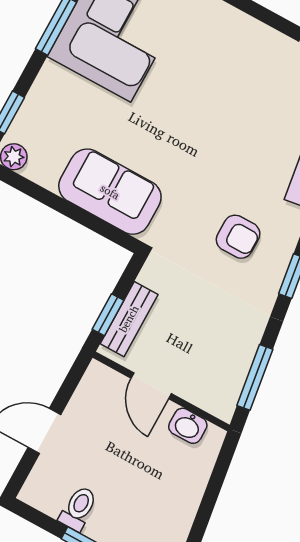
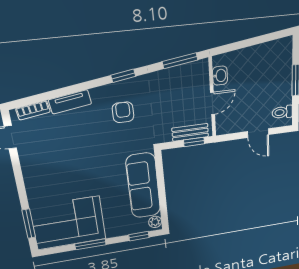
sofa: (110, 192) -> (143, 186), width x1.36
toilet: (78, 508) -> (282, 112), moved

